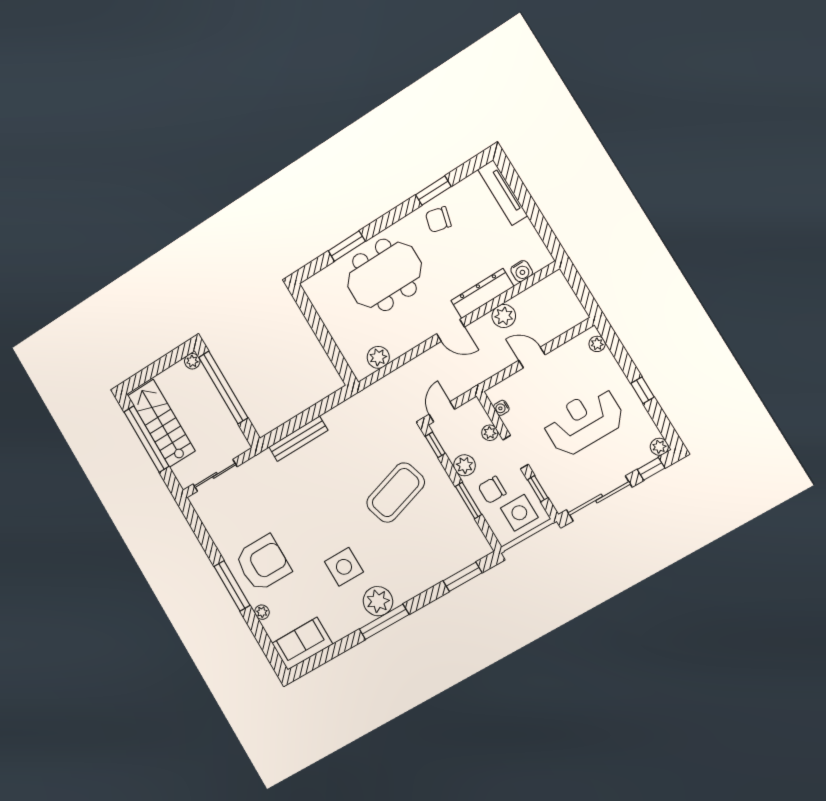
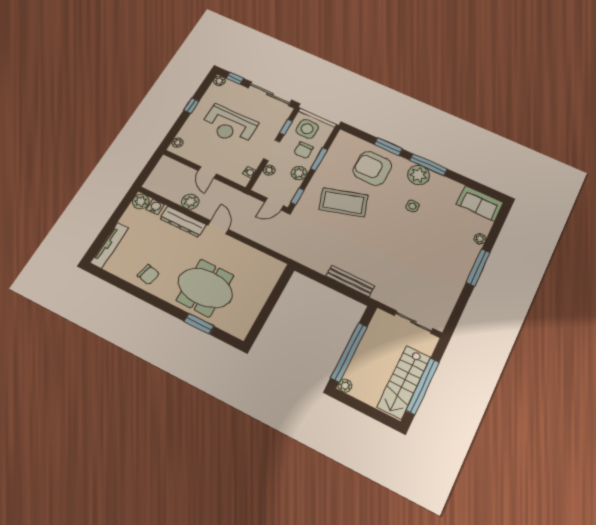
window: (433, 191) -> (130, 289), removed
plant: (378, 357) -> (141, 201), moved
chair: (492, 490) -> (304, 150), turned 90
armchair: (263, 563) -> (372, 168), moved
side table: (344, 567) -> (413, 206), width x0.54, depth x0.54
window: (463, 577) -> (388, 147), moved

